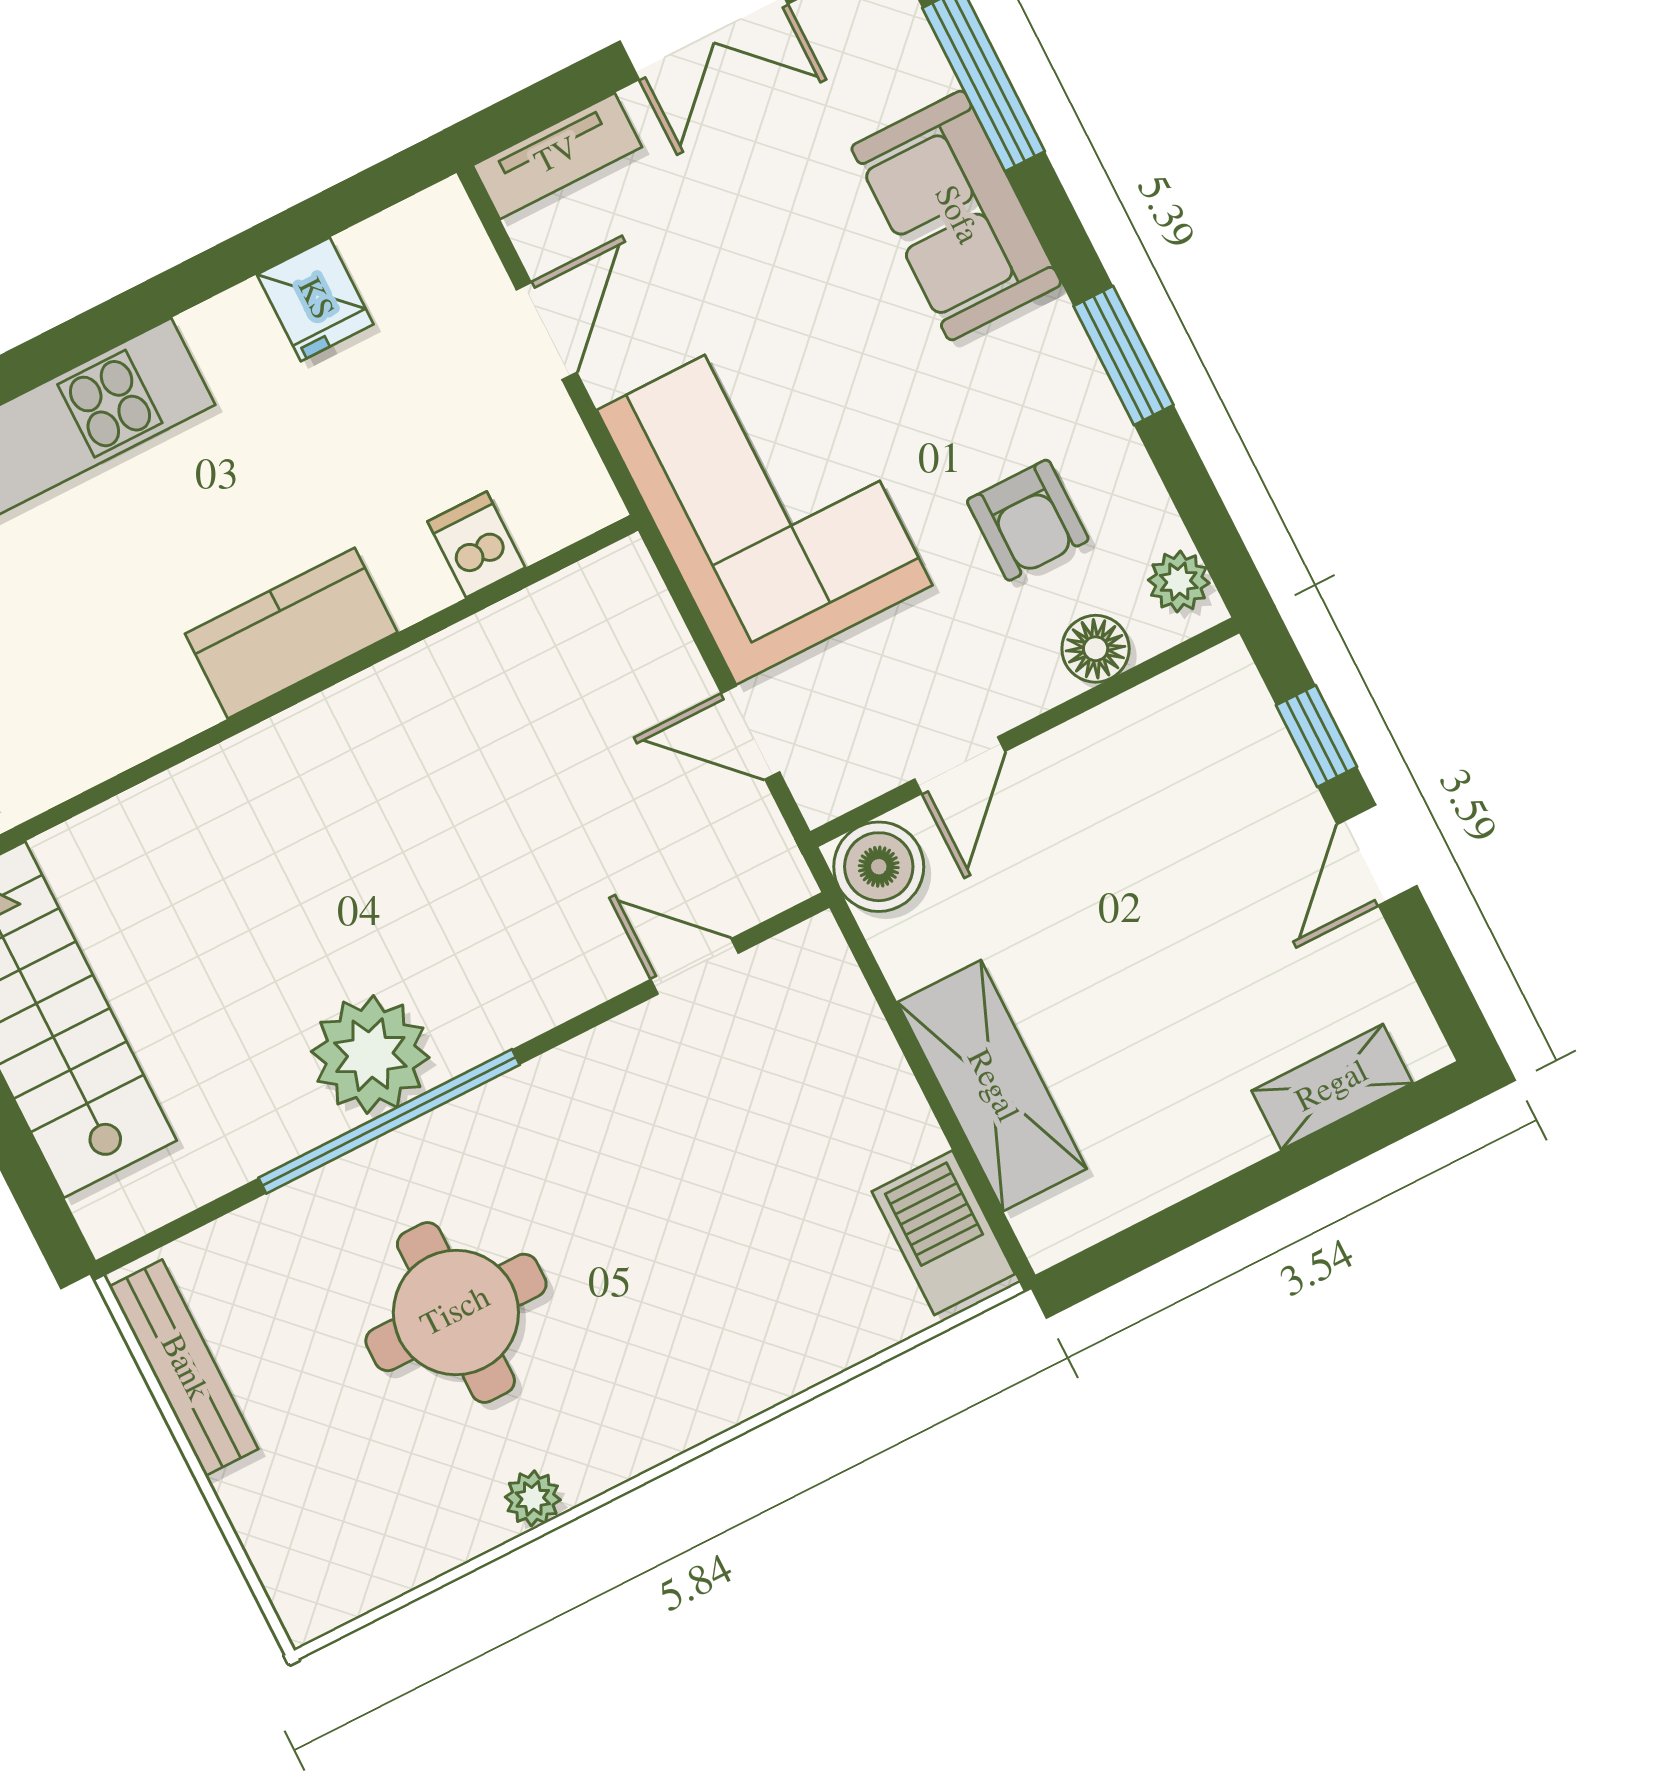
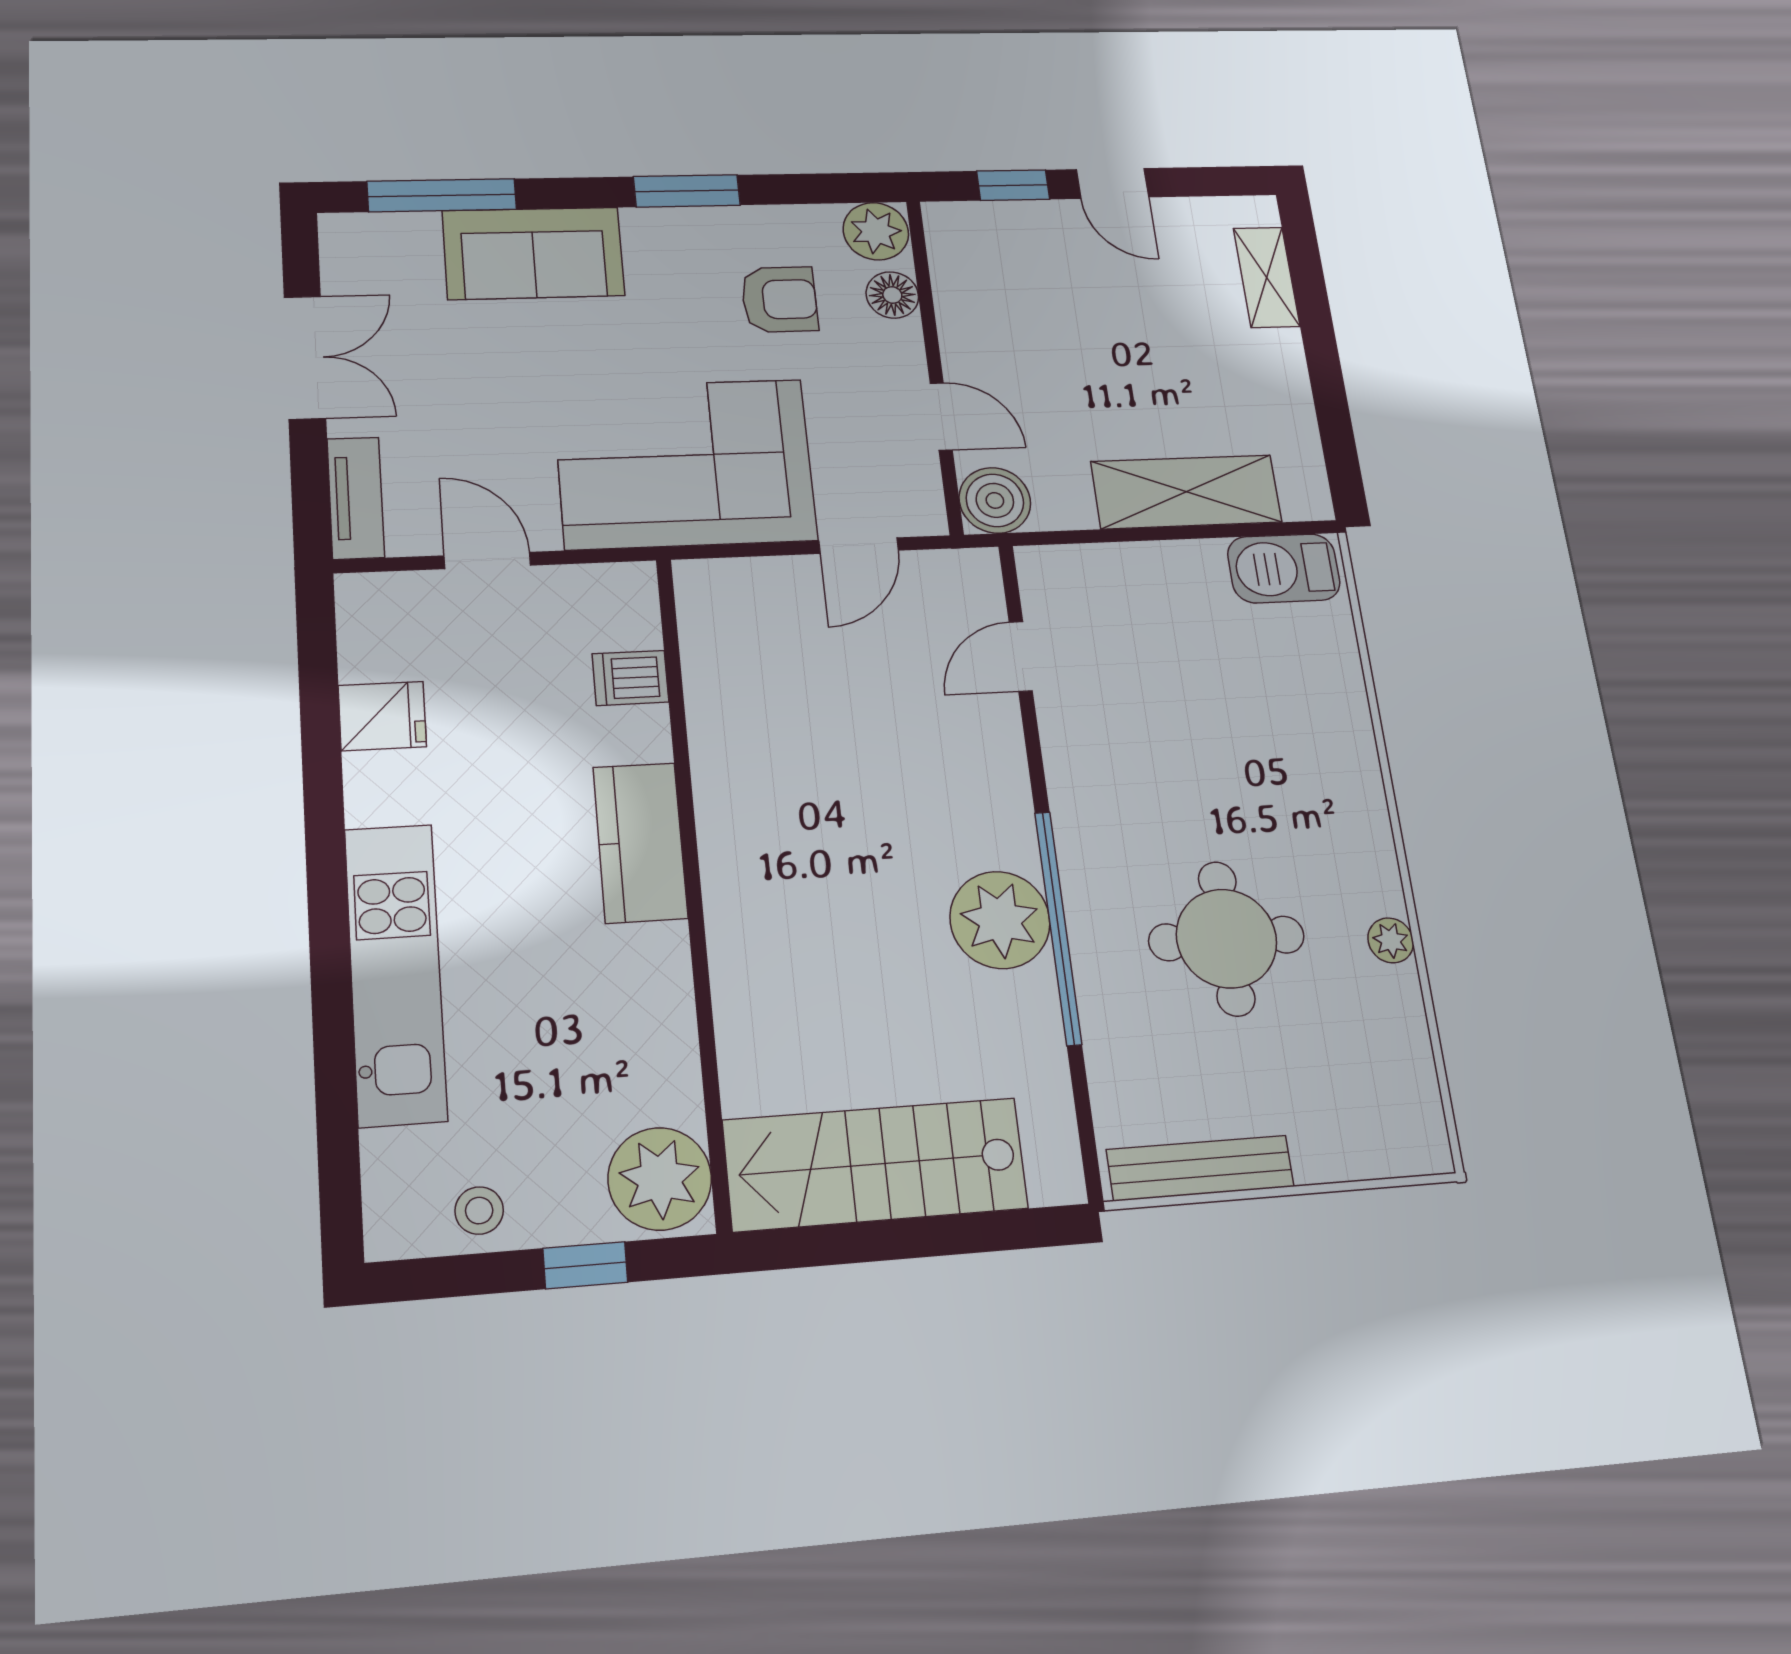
plant: (1179, 581) -> (876, 231), width x1.38, depth x1.38

